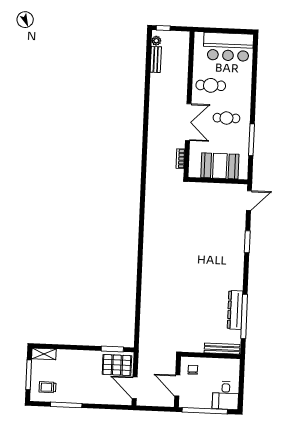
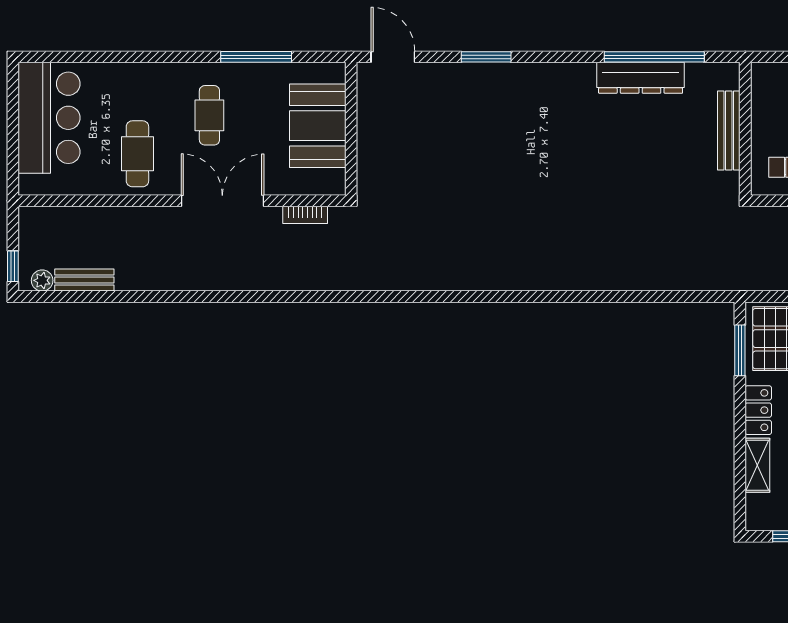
bench: (222, 349) -> (729, 131), moved
shelving: (44, 354) -> (757, 465), moved
locker: (85, 356) -> (758, 410), added

